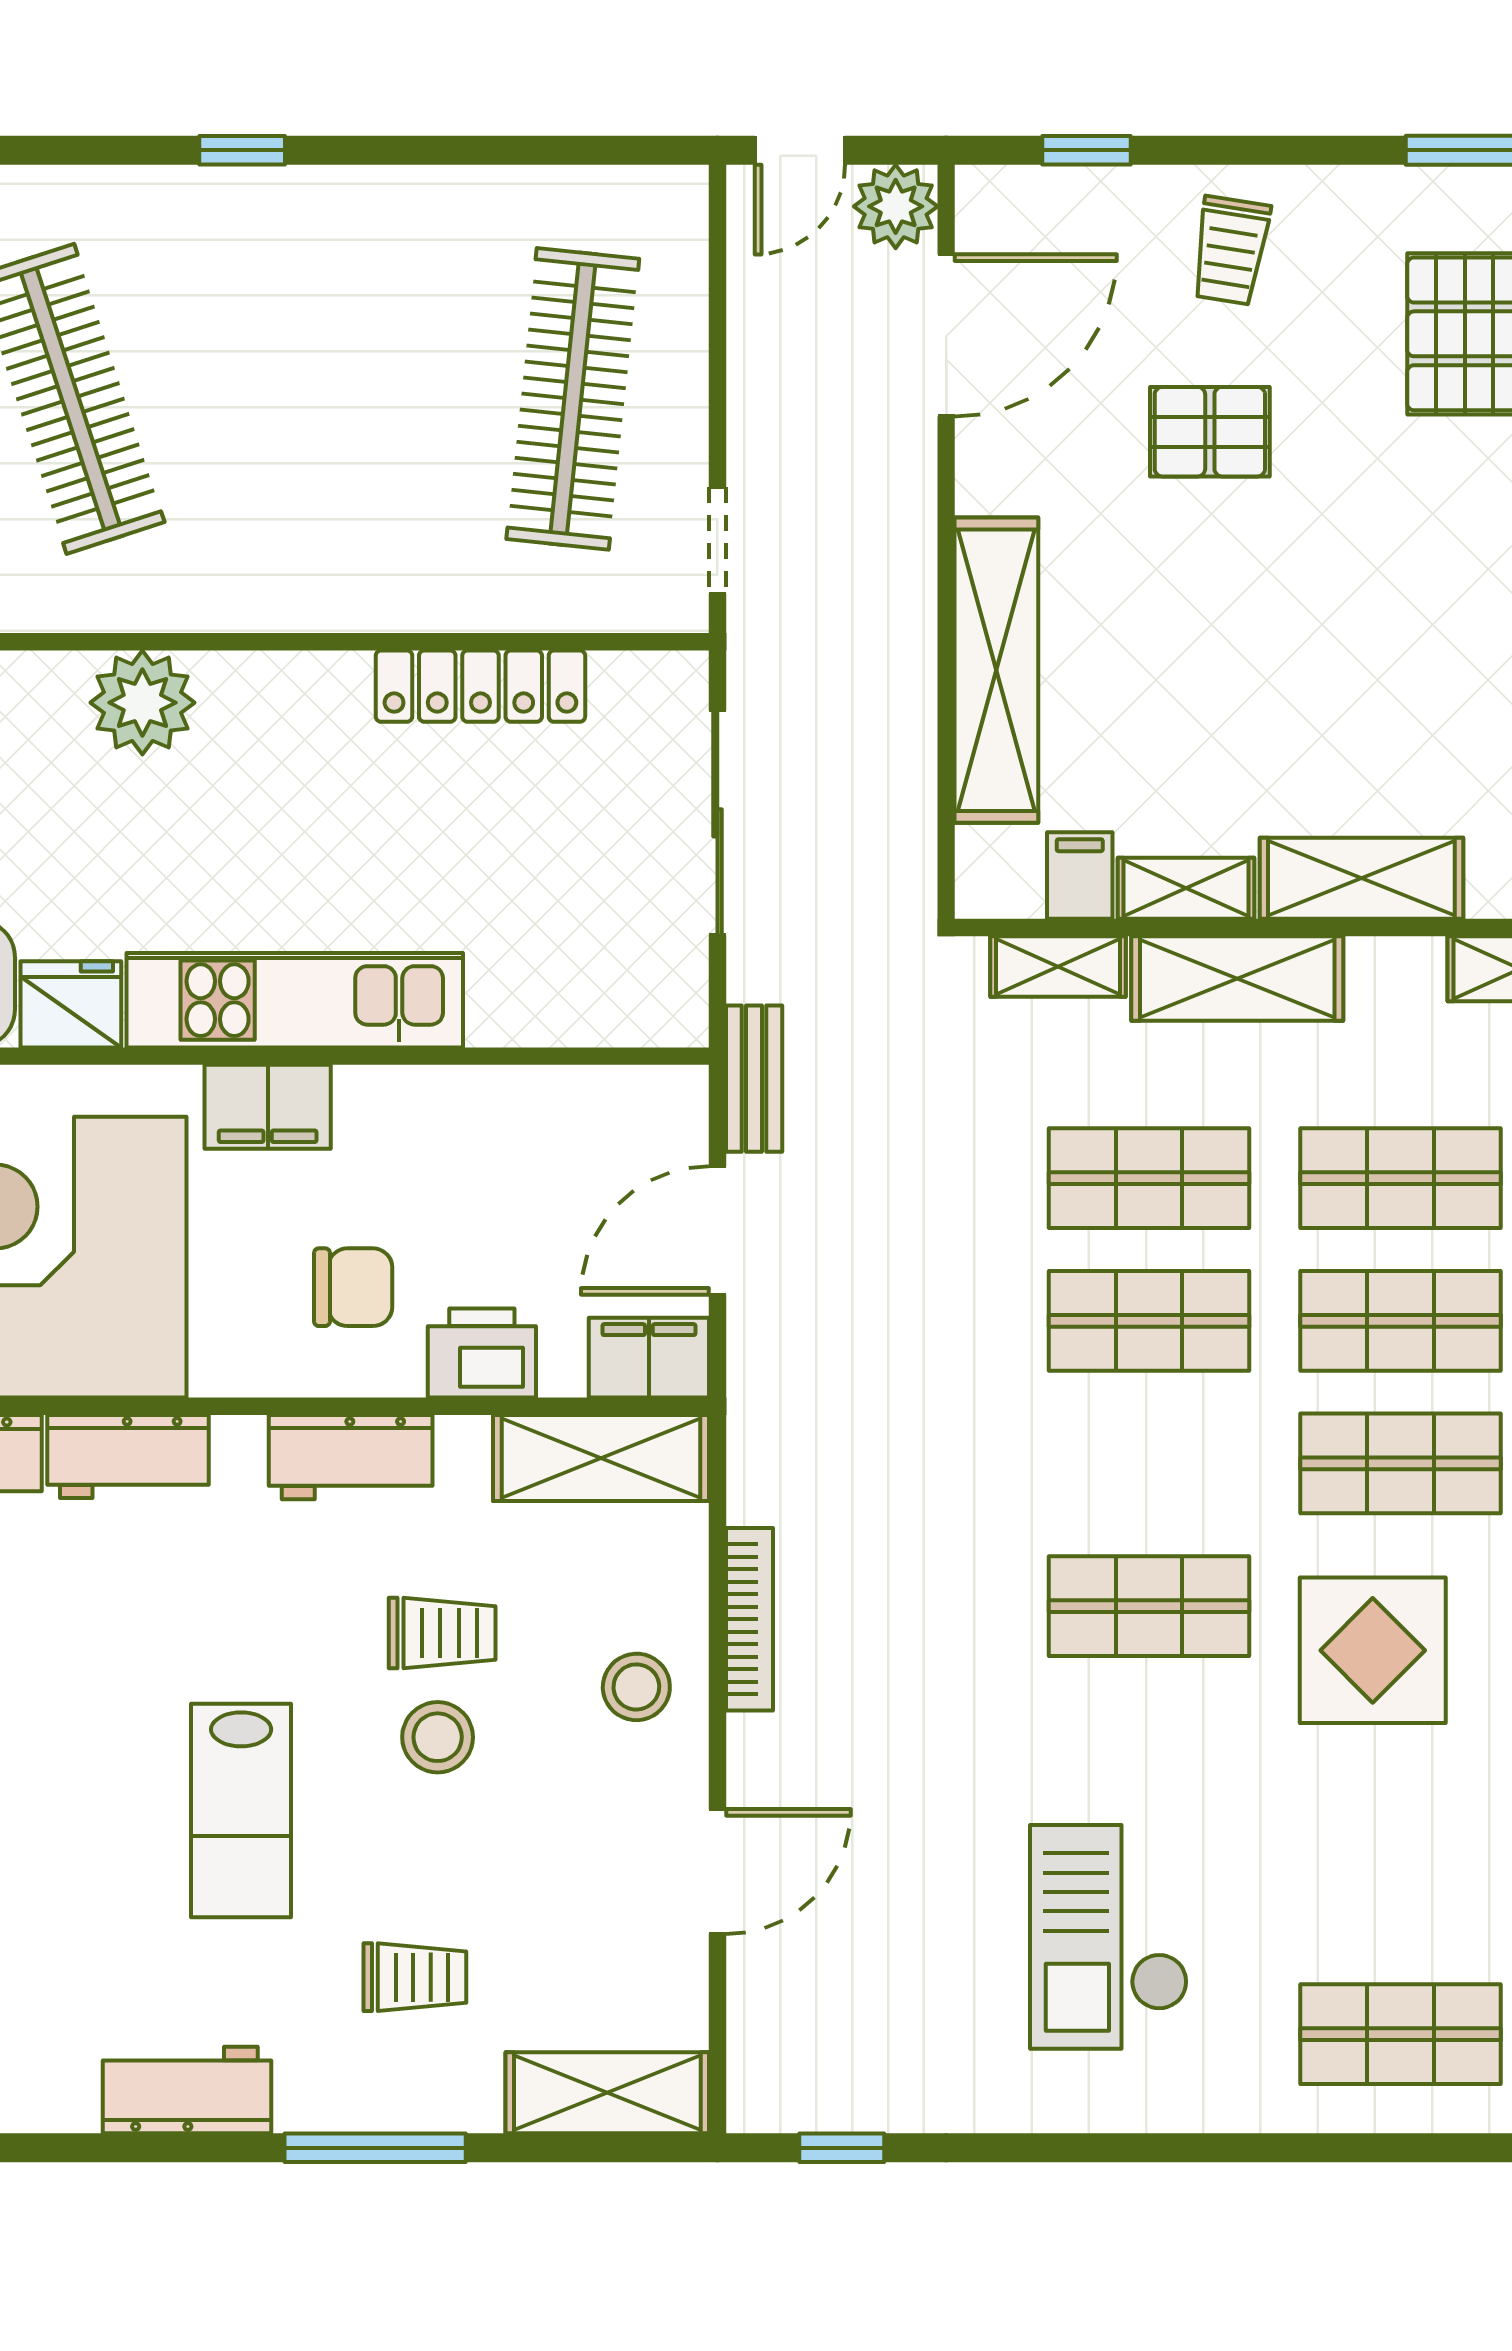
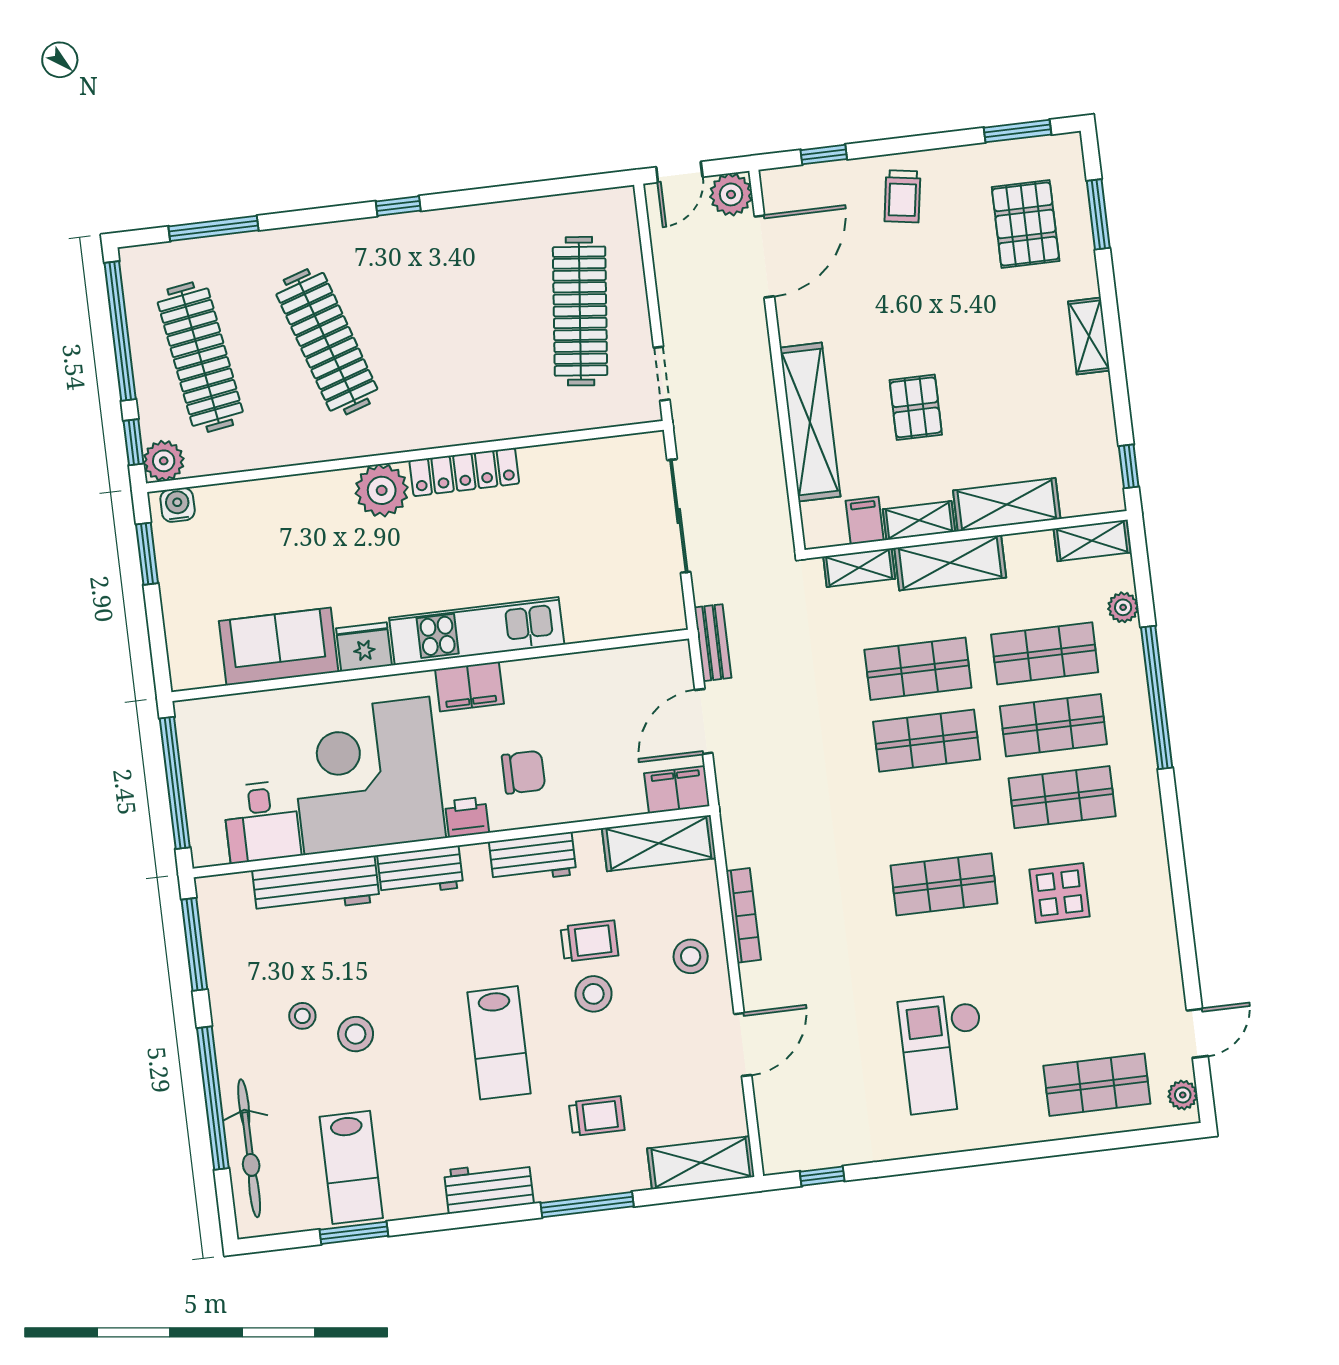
pallet: (1210, 432) -> (916, 407), moved, turned 90
locker: (480, 686) -> (464, 472), moved
printer: (482, 1353) -> (467, 817), moved, width x0.73, depth x0.81
display table: (1373, 1650) -> (1060, 893), width x0.73, depth x0.73

